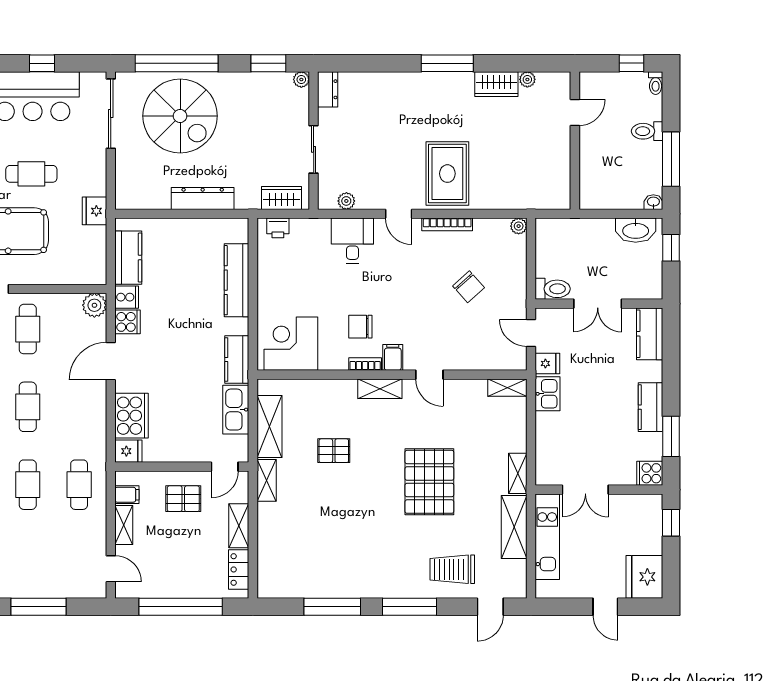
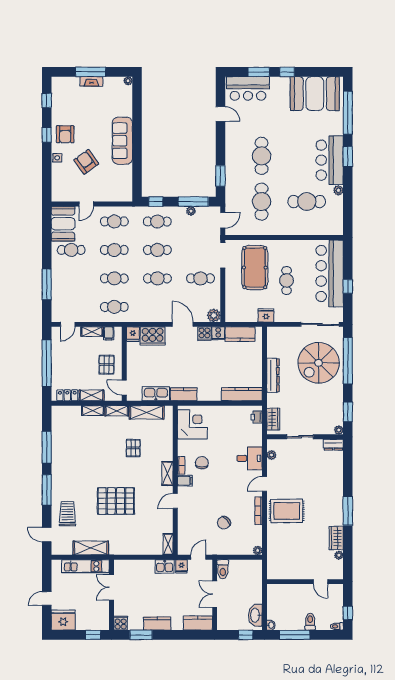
kitchen counter: (237, 280) -> (242, 394), moved
shelving: (518, 473) -> (93, 411), moved

